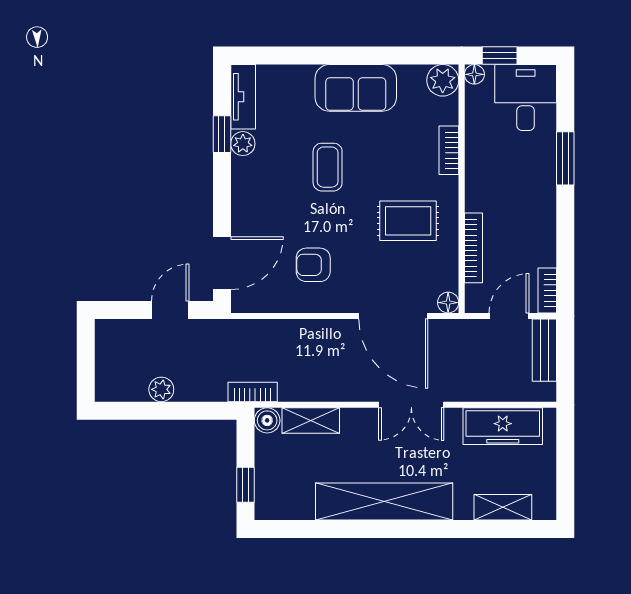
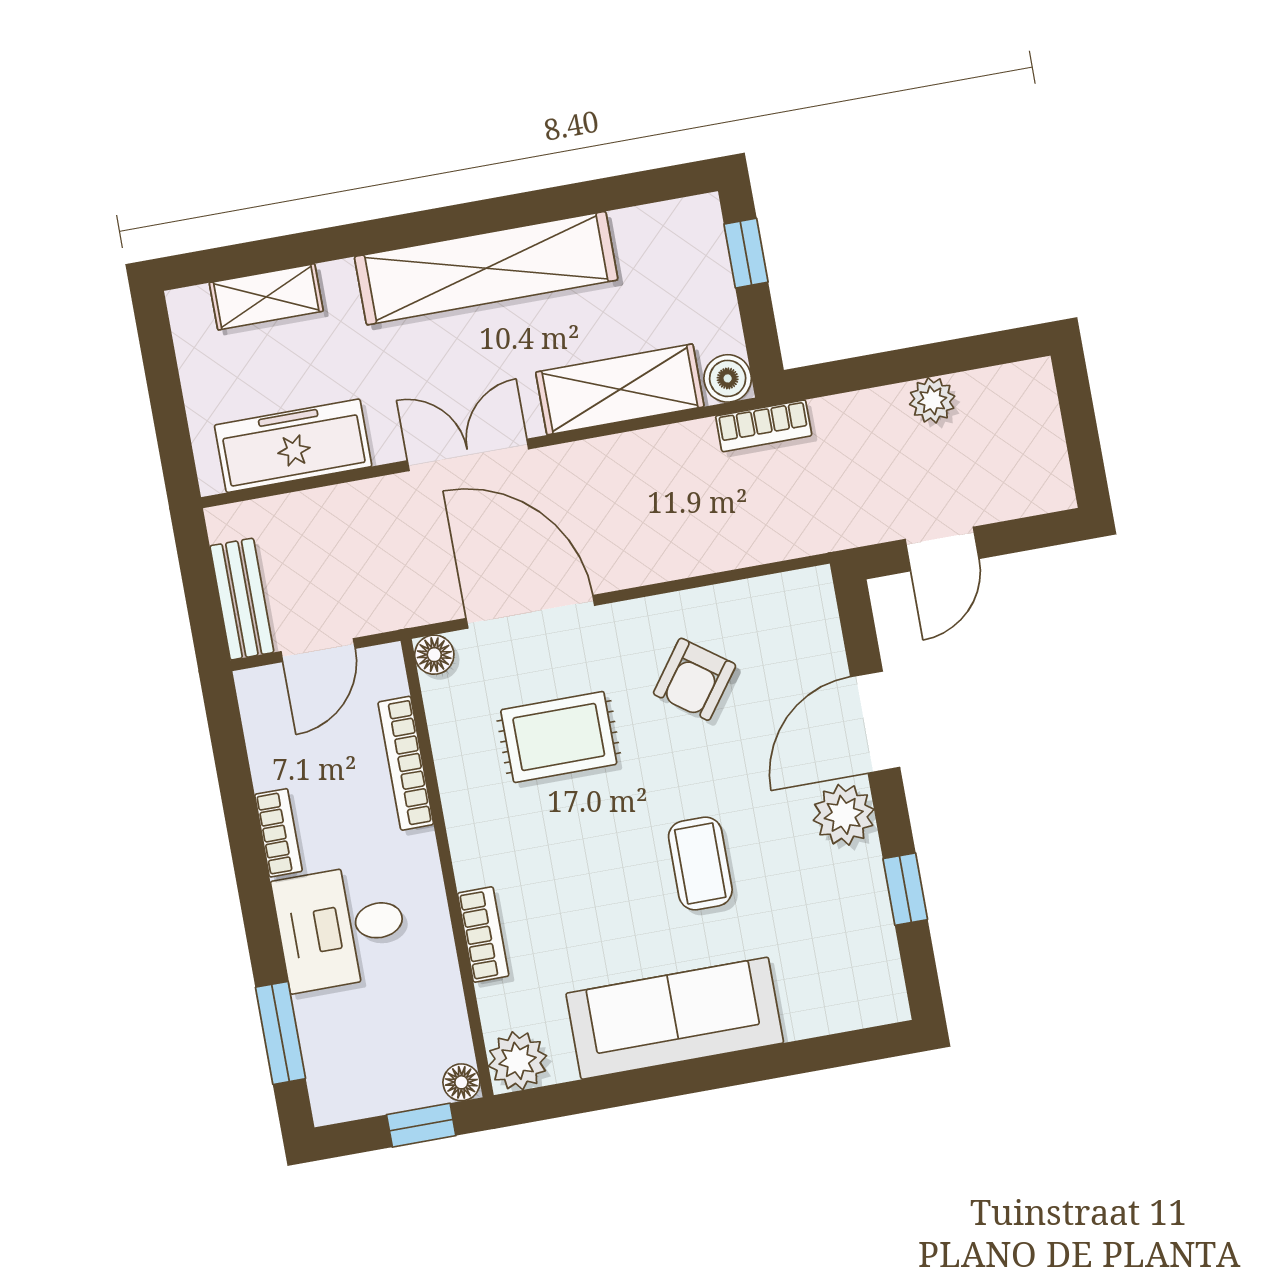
sofa: (356, 88) -> (675, 1018), width x1.36
tv unit: (243, 97) -> (879, 965), removed
desk: (526, 98) -> (341, 927), moved, turned 90
plant: (243, 144) -> (844, 815), moved, width x1.38, depth x1.38
window: (565, 158) -> (281, 1033), moved
rug: (408, 221) -> (559, 737), moved
door: (222, 263) -> (875, 722), moved
armchair: (313, 265) -> (695, 679), turned 126
bookcase: (547, 290) -> (278, 833), moved
shelving: (311, 421) -> (620, 389), width x1.50, depth x1.33

